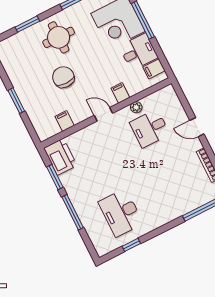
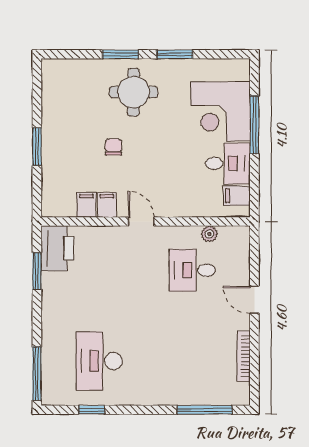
window: (27, 24) -> (121, 54), moved
chair: (63, 77) -> (114, 147), width x0.54, depth x0.54
filing cabinet: (120, 93) -> (107, 205), moved
plant: (136, 107) -> (209, 234), moved
window: (73, 212) -> (37, 374), moved

